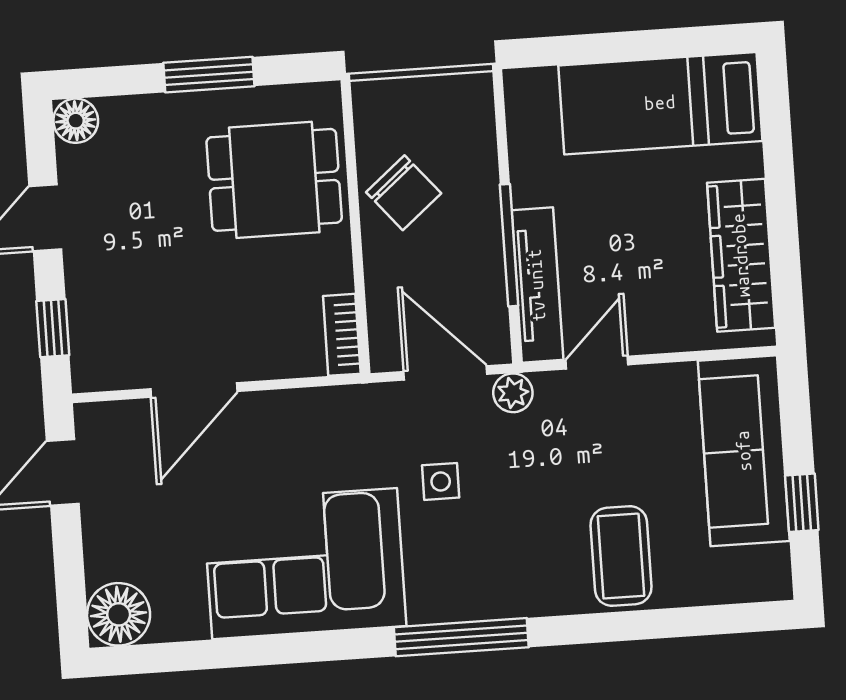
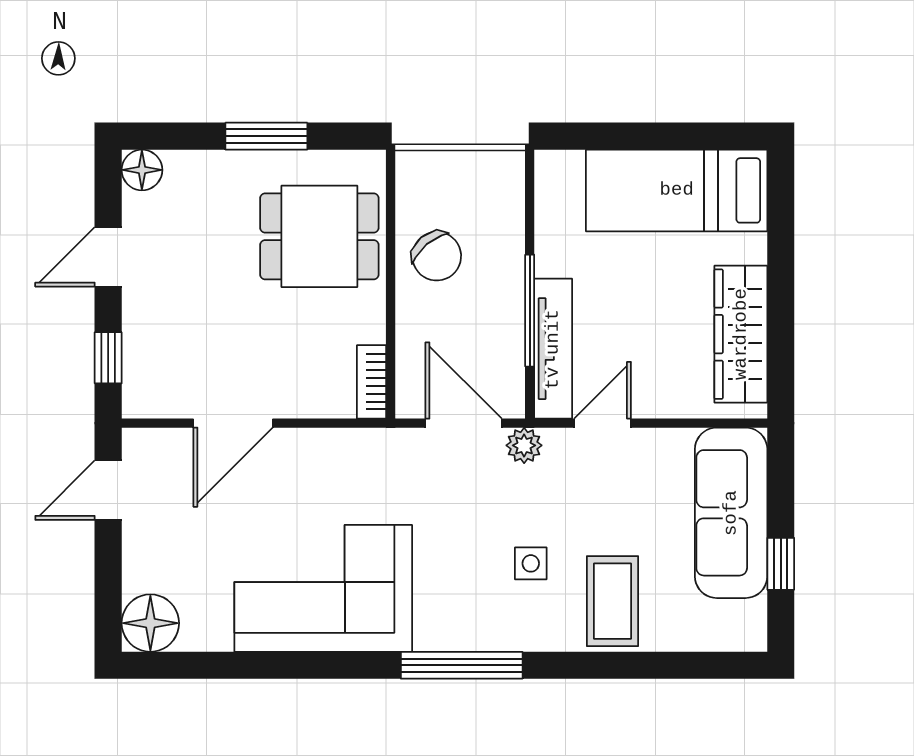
side table: (441, 481) -> (531, 563), moved

